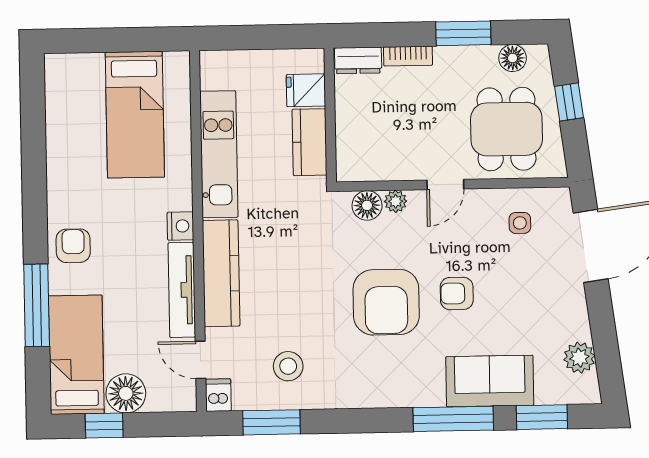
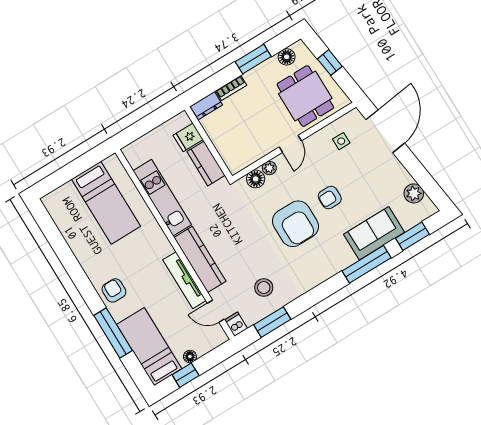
nightstand: (180, 226) -> (164, 247), removed
floor lamp: (126, 393) -> (190, 357), width x0.53, depth x0.53

